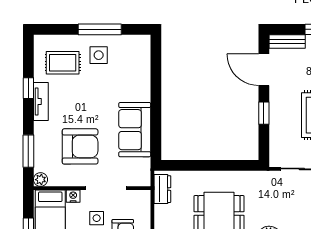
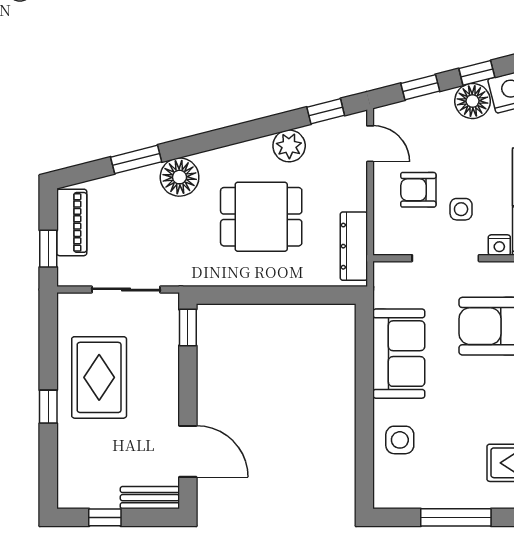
side table: (99, 55) -> (400, 440), moved
window: (264, 113) -> (188, 328), moved
dresser: (162, 189) -> (354, 246), width x1.44

